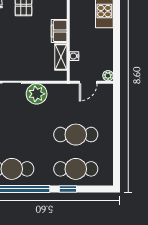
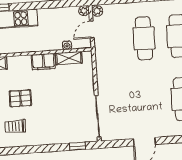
door: (88, 82) -> (92, 30), swing flipped
plant: (37, 94) -> (97, 11), moved, width x0.53, depth x0.53

